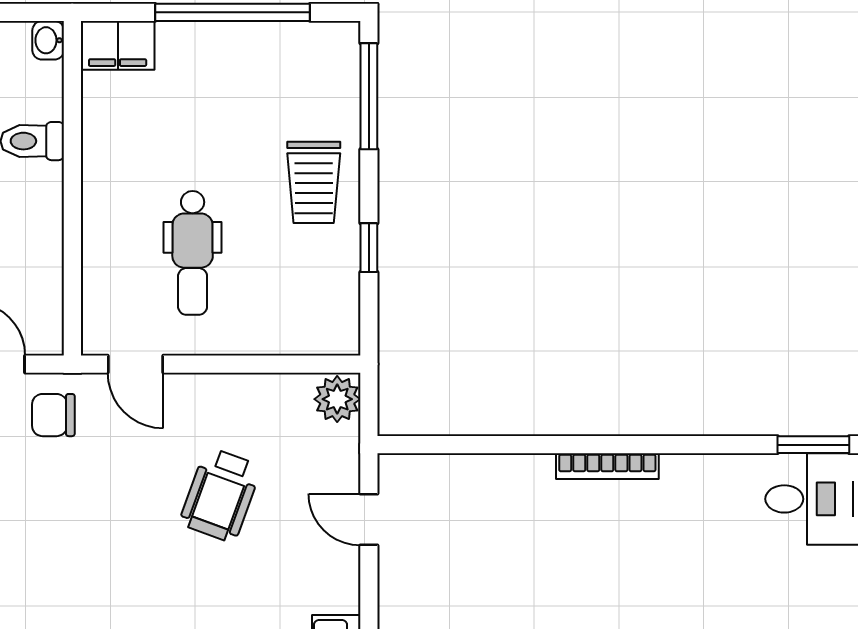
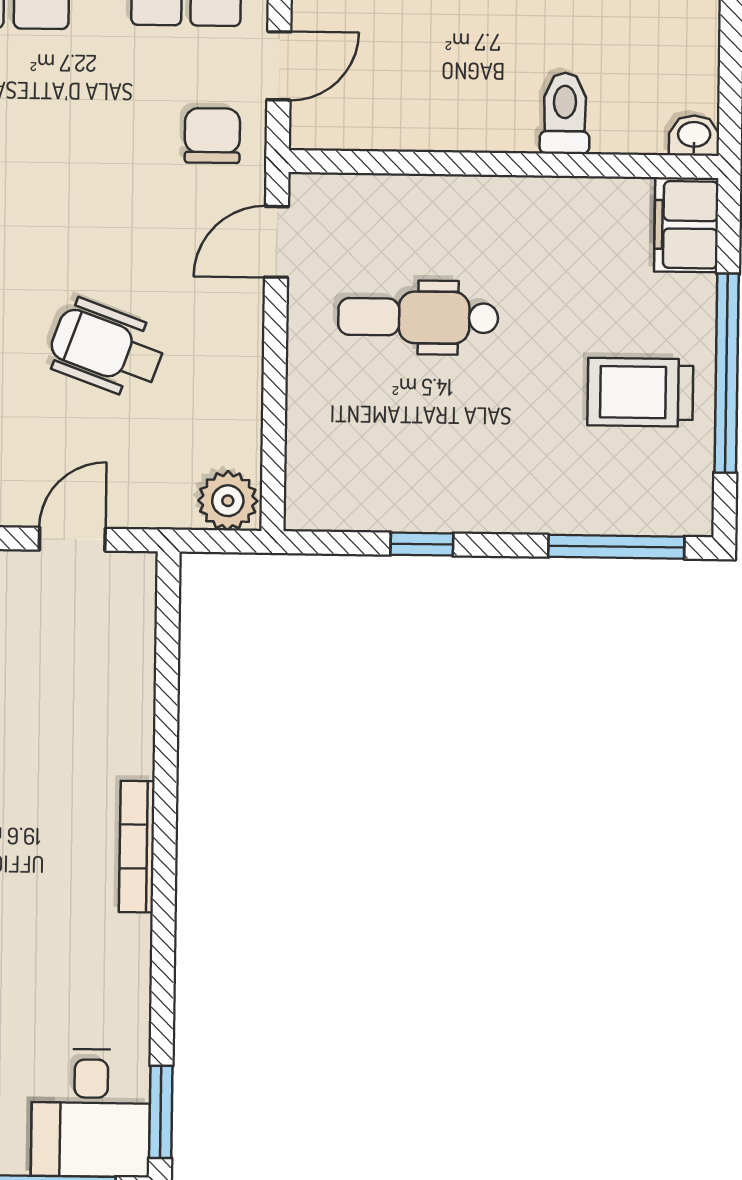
trolley: (314, 182) -> (640, 392), moved

